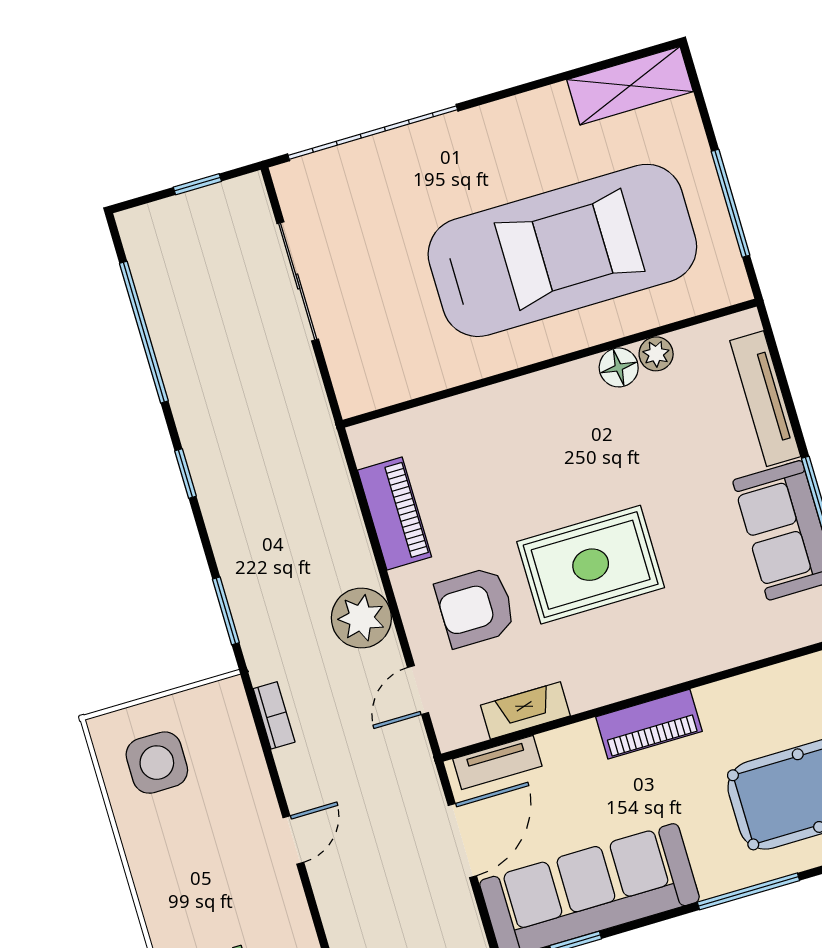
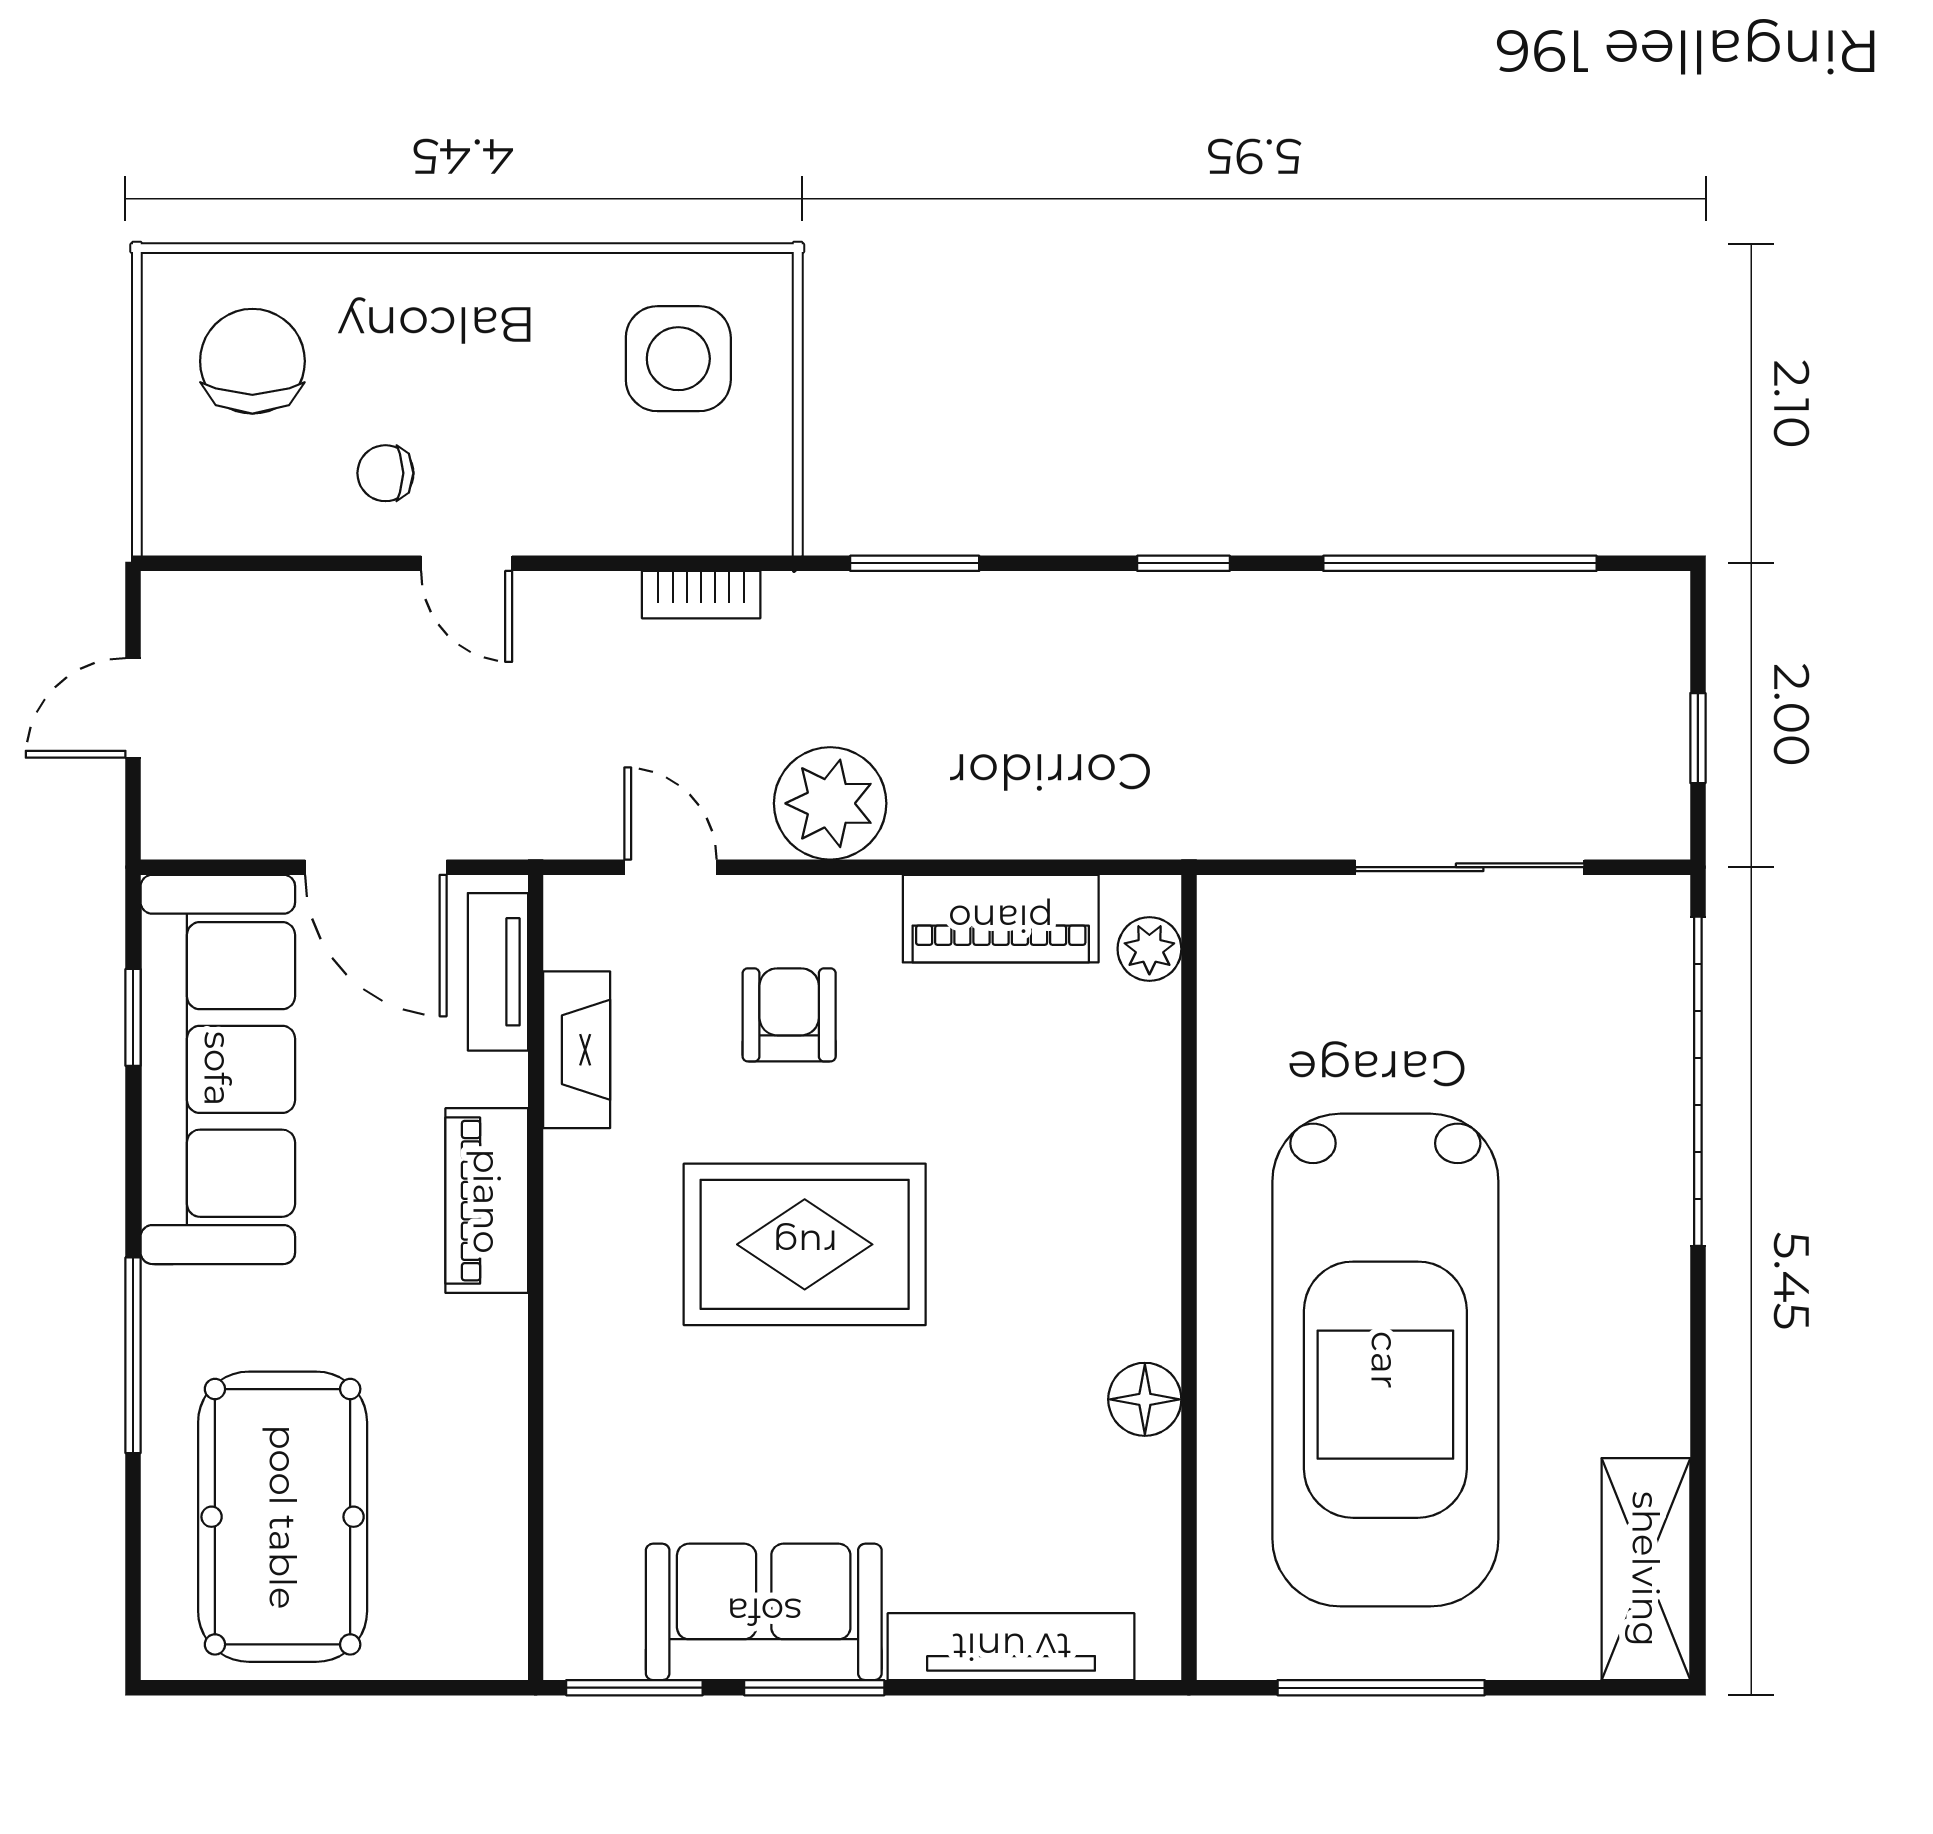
plant: (656, 354) -> (1149, 949), moved
rug: (591, 565) -> (805, 1244), turned 90
armchair: (476, 607) -> (789, 1015), width x0.72, depth x0.72
piano: (649, 724) -> (487, 1201), moved
chair: (259, 895) -> (385, 473), added

